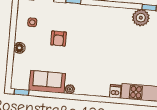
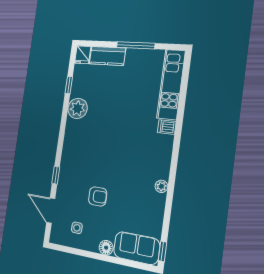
plant: (141, 18) -> (78, 108), moved
sofa: (47, 82) -> (137, 248), moved, turned 90

